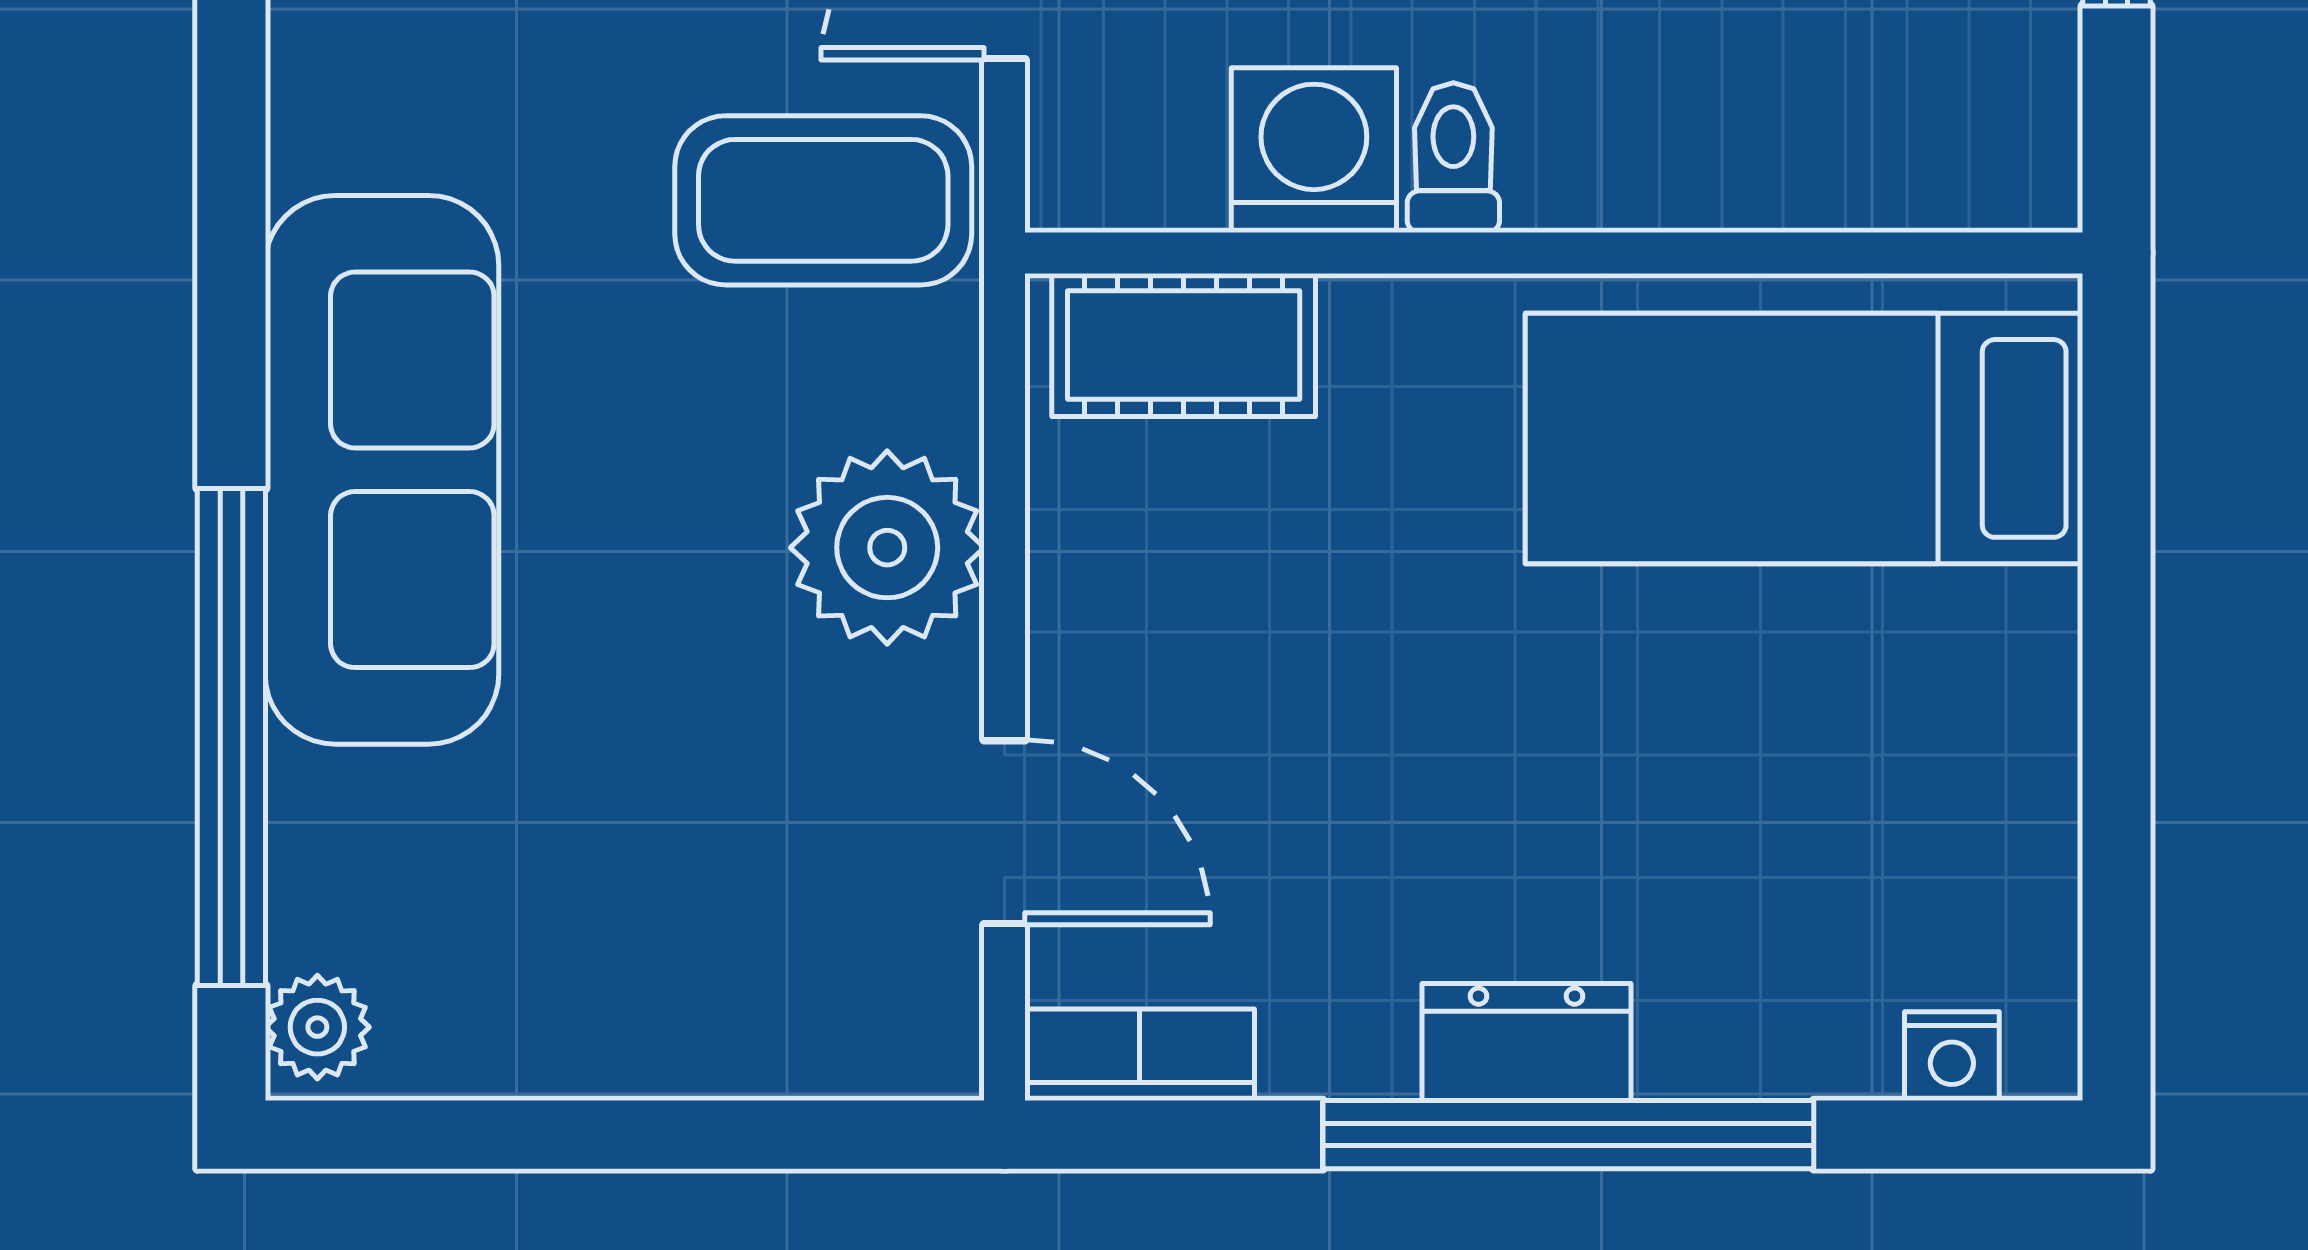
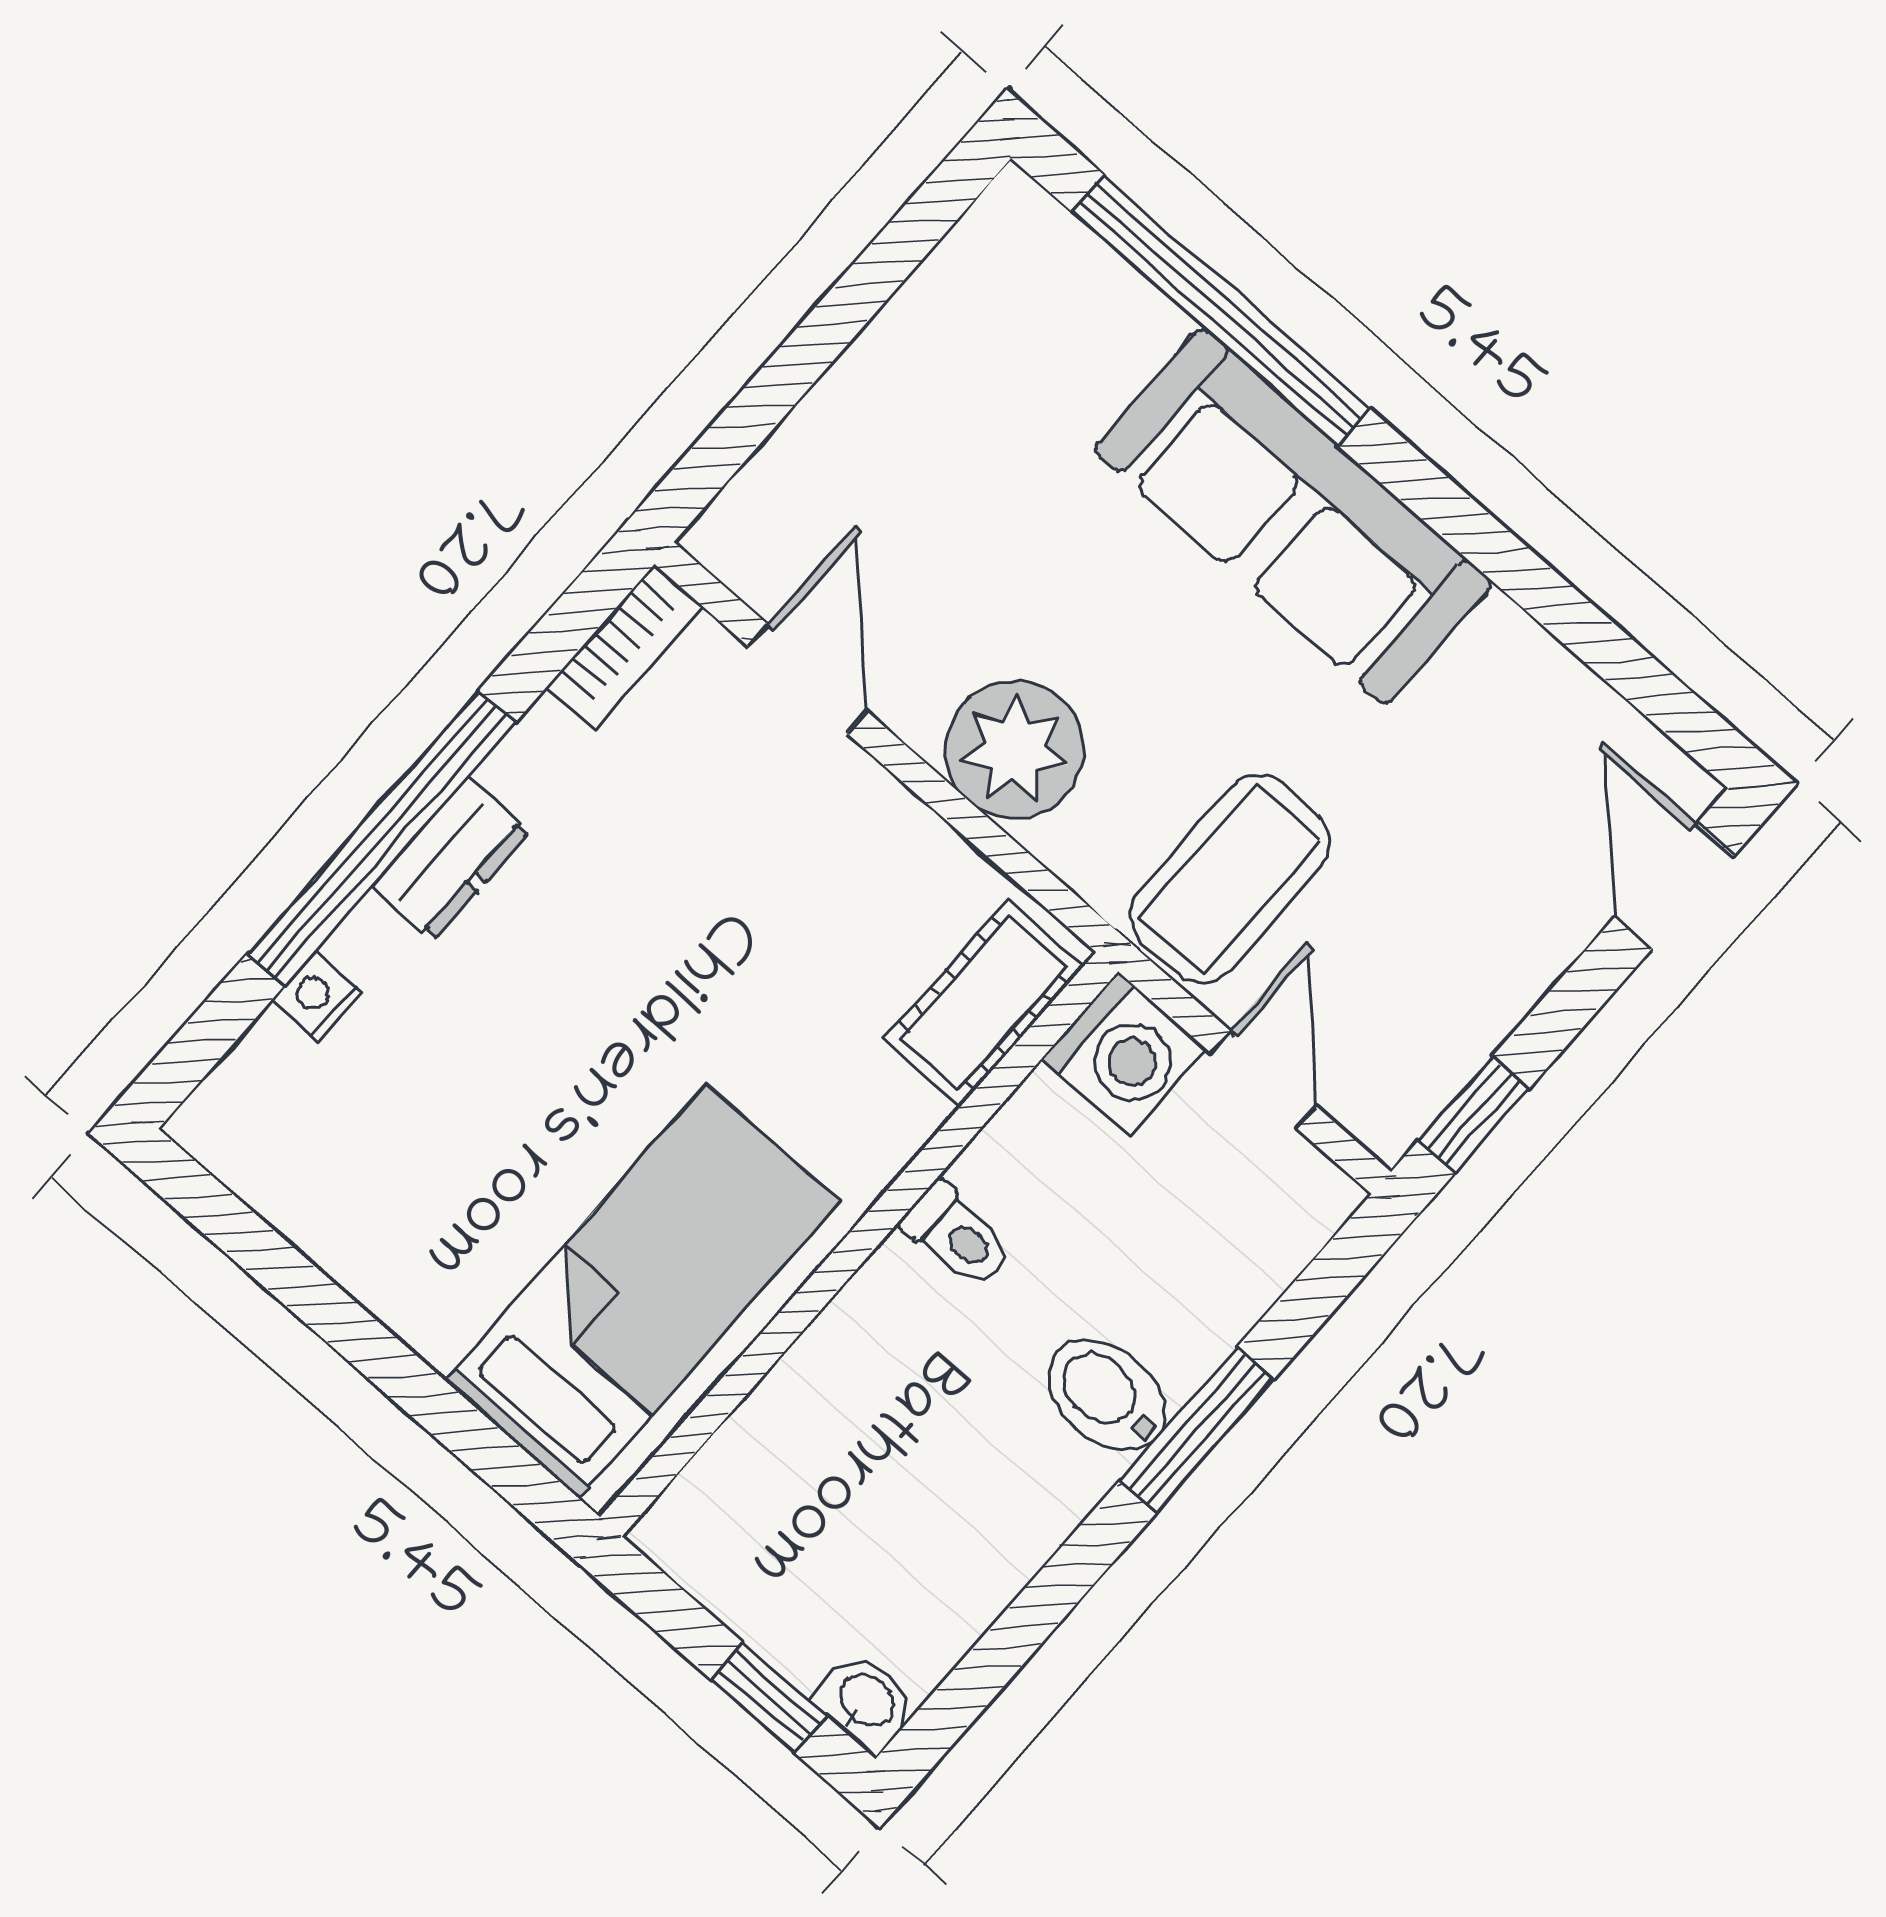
washing machine: (1314, 150) -> (1124, 1054), moved
door: (1004, 832) -> (807, 679), swing flipped
plant: (317, 1027) -> (1026, 220), removed
nightstand: (1952, 1056) -> (317, 996), moved

